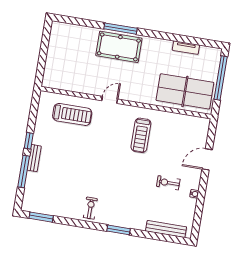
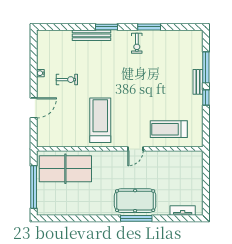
tv unit: (186, 48) -> (183, 210), moved
treadmill: (141, 135) -> (100, 120), width x1.37, depth x1.38
window: (41, 217) -> (149, 27), moved
bench: (166, 229) -> (92, 35), moved

